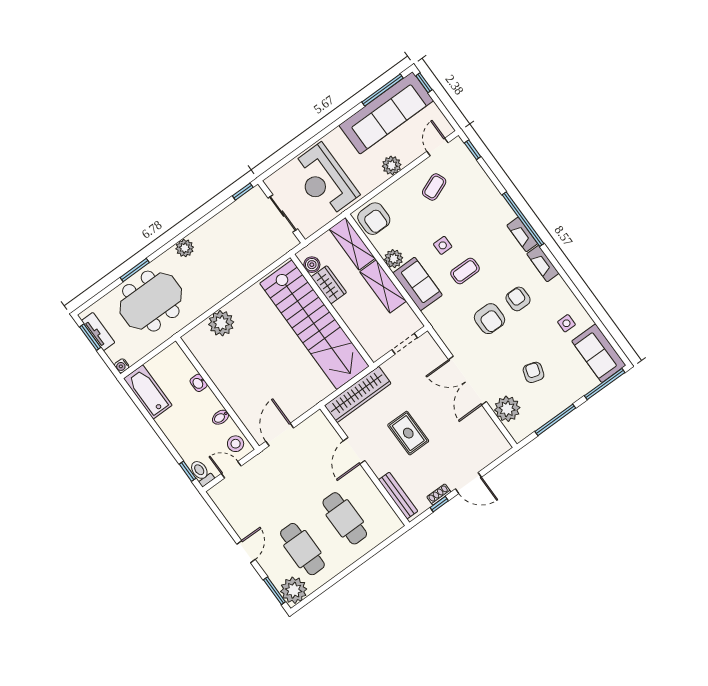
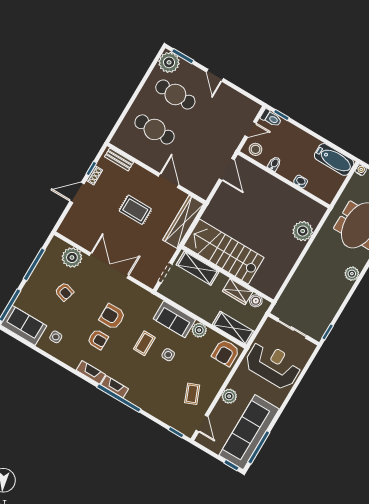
armchair: (374, 219) -> (226, 353), turned -90
shelving: (383, 286) -> (198, 268), moved
stairs: (314, 325) -> (224, 252), width x0.73
bench: (398, 496) -> (119, 159), width x0.73

